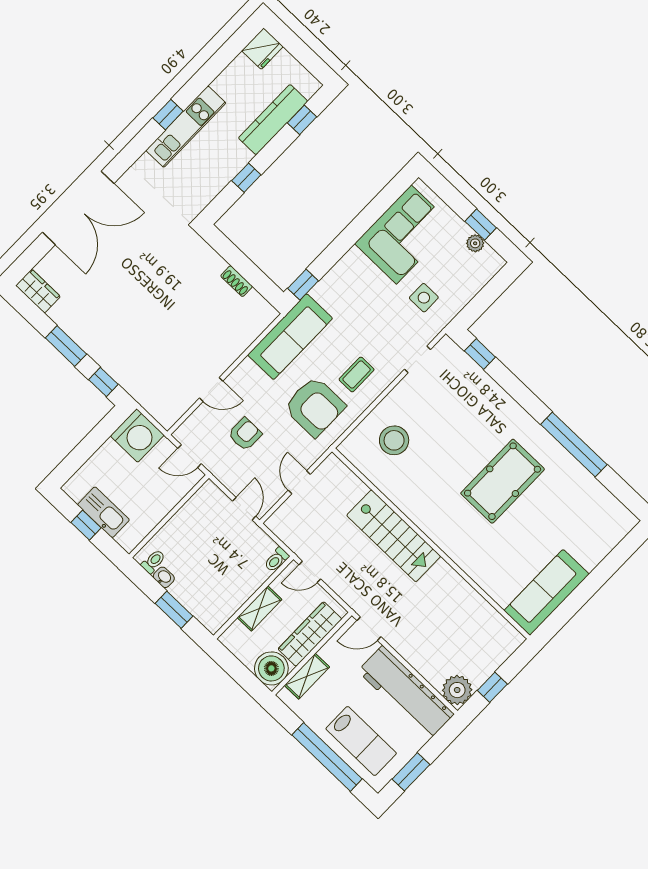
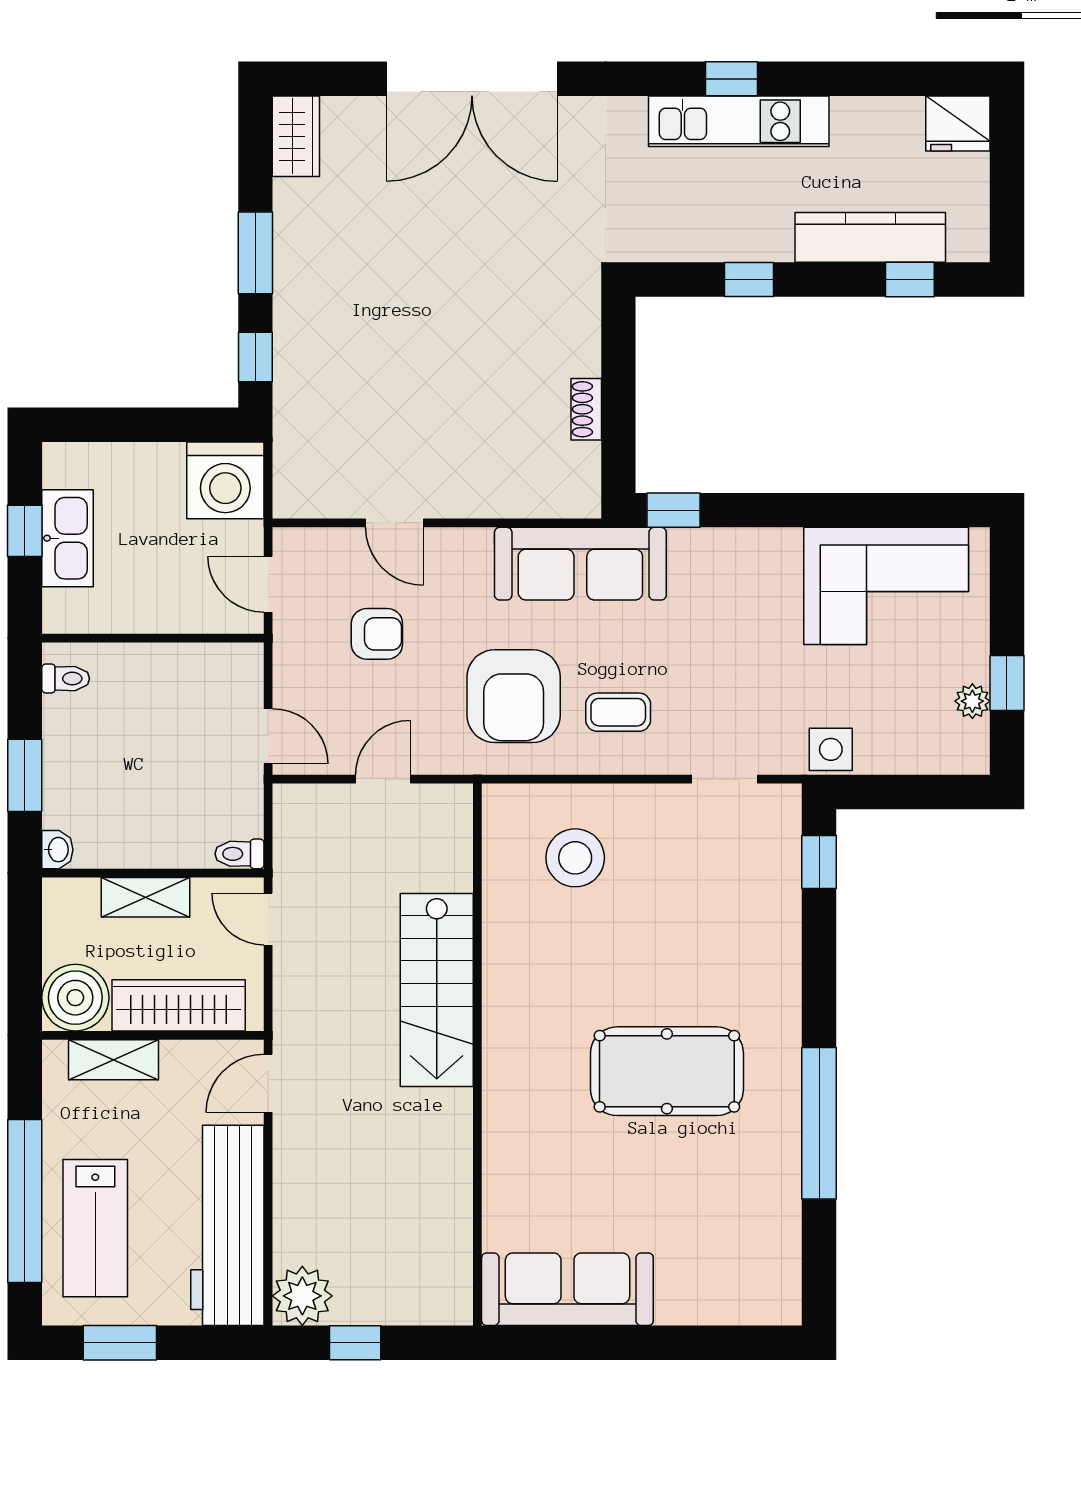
side table: (424, 298) -> (831, 749), moved
door: (244, 509) -> (268, 736), hinge flipped
washbasin: (164, 577) -> (57, 850), moved
door: (369, 629) -> (268, 1083), hinge flipped

